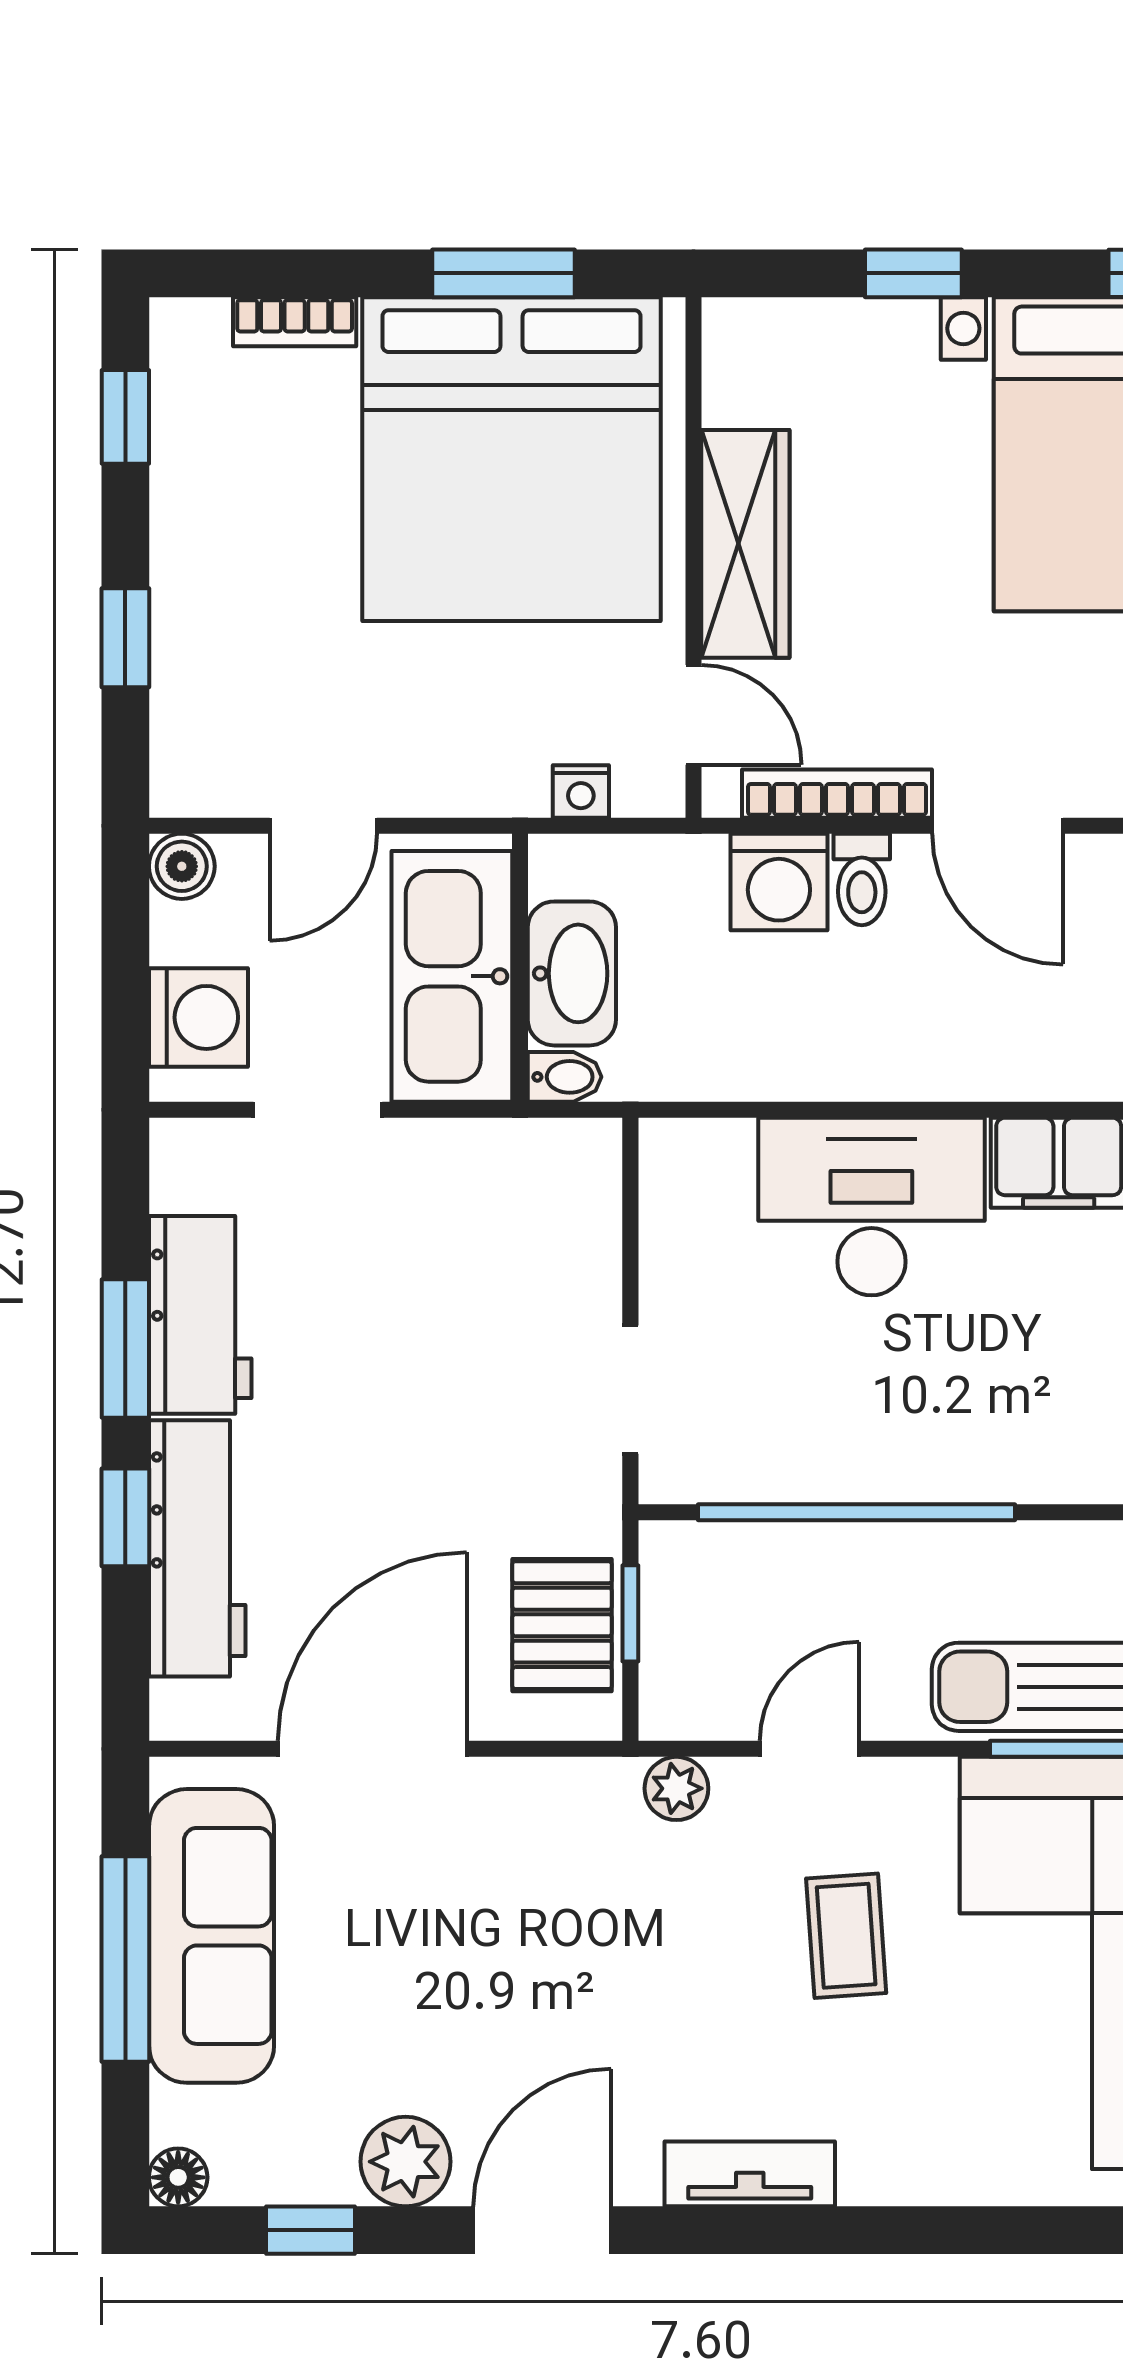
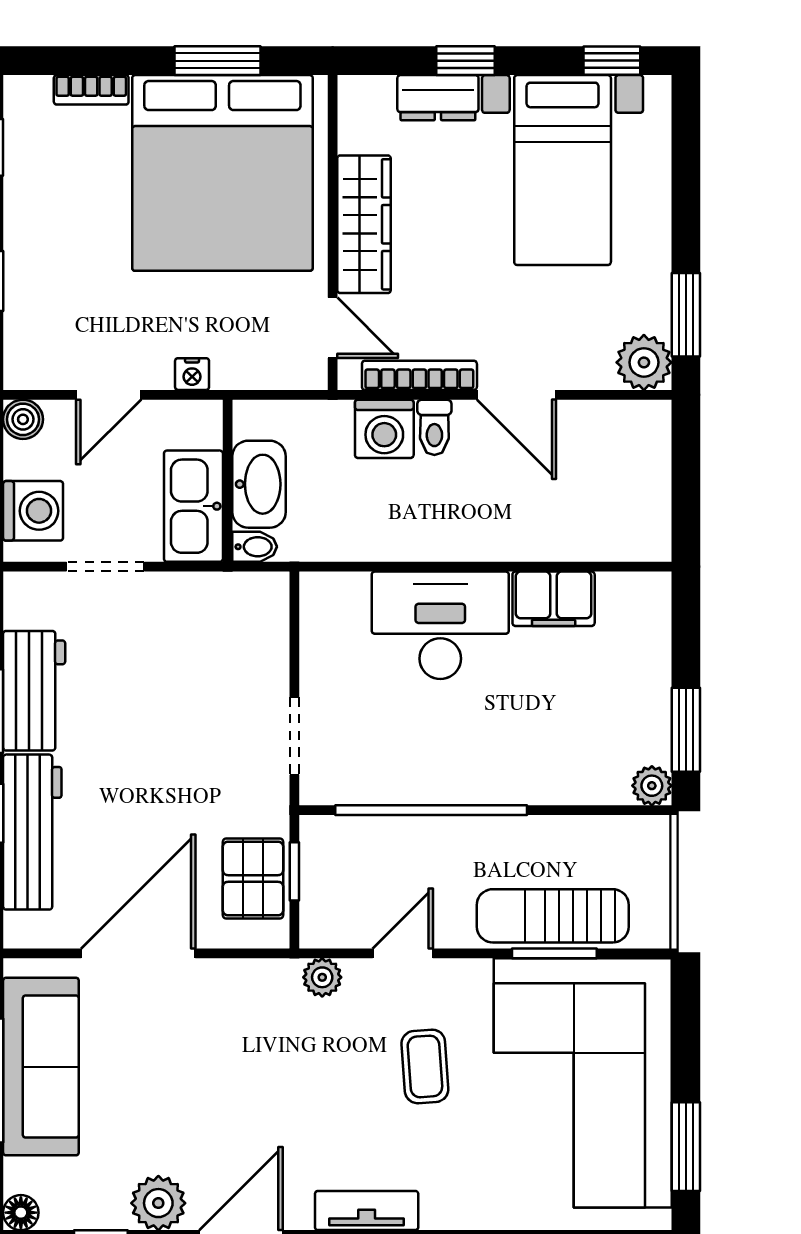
dresser: (868, 335) -> (438, 98), added
nightstand: (581, 791) -> (192, 374), moved
kitchen sink: (452, 976) -> (193, 506), width x0.73, depth x0.81

